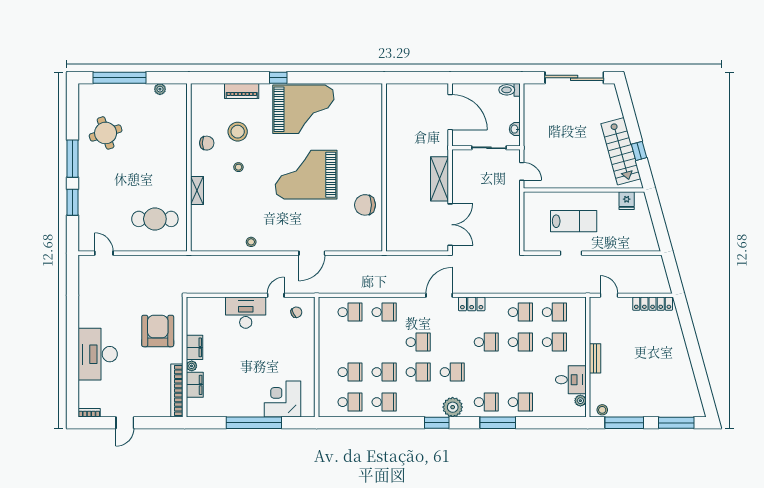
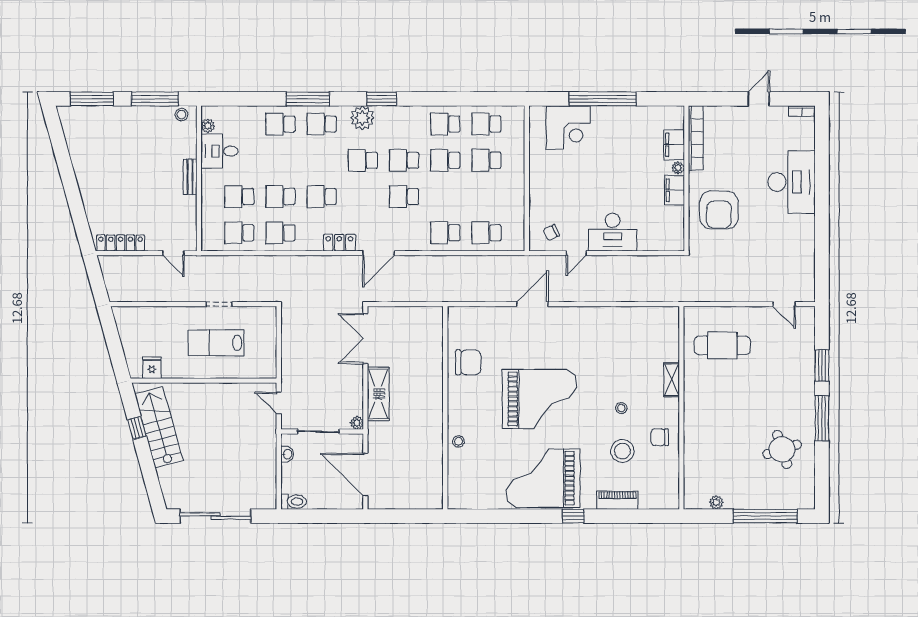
plant: (457, 155) -> (357, 423), added
stool: (251, 242) -> (458, 441), moved

